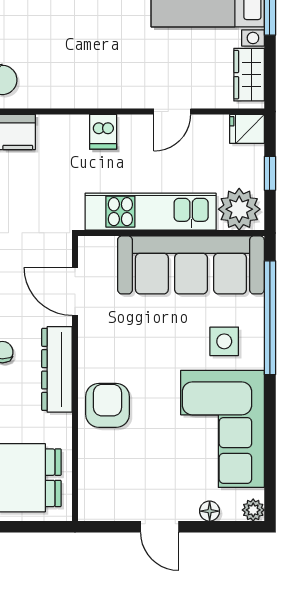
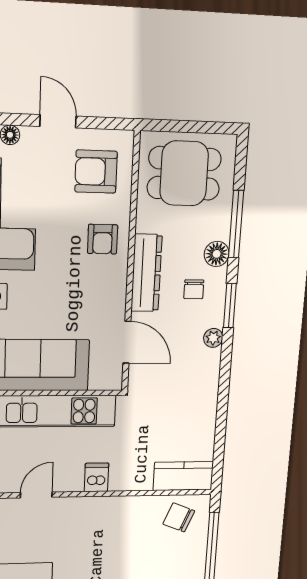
armchair: (108, 405) -> (103, 239), width x0.72, depth x0.72
armchair: (118, 477) -> (96, 172), added

